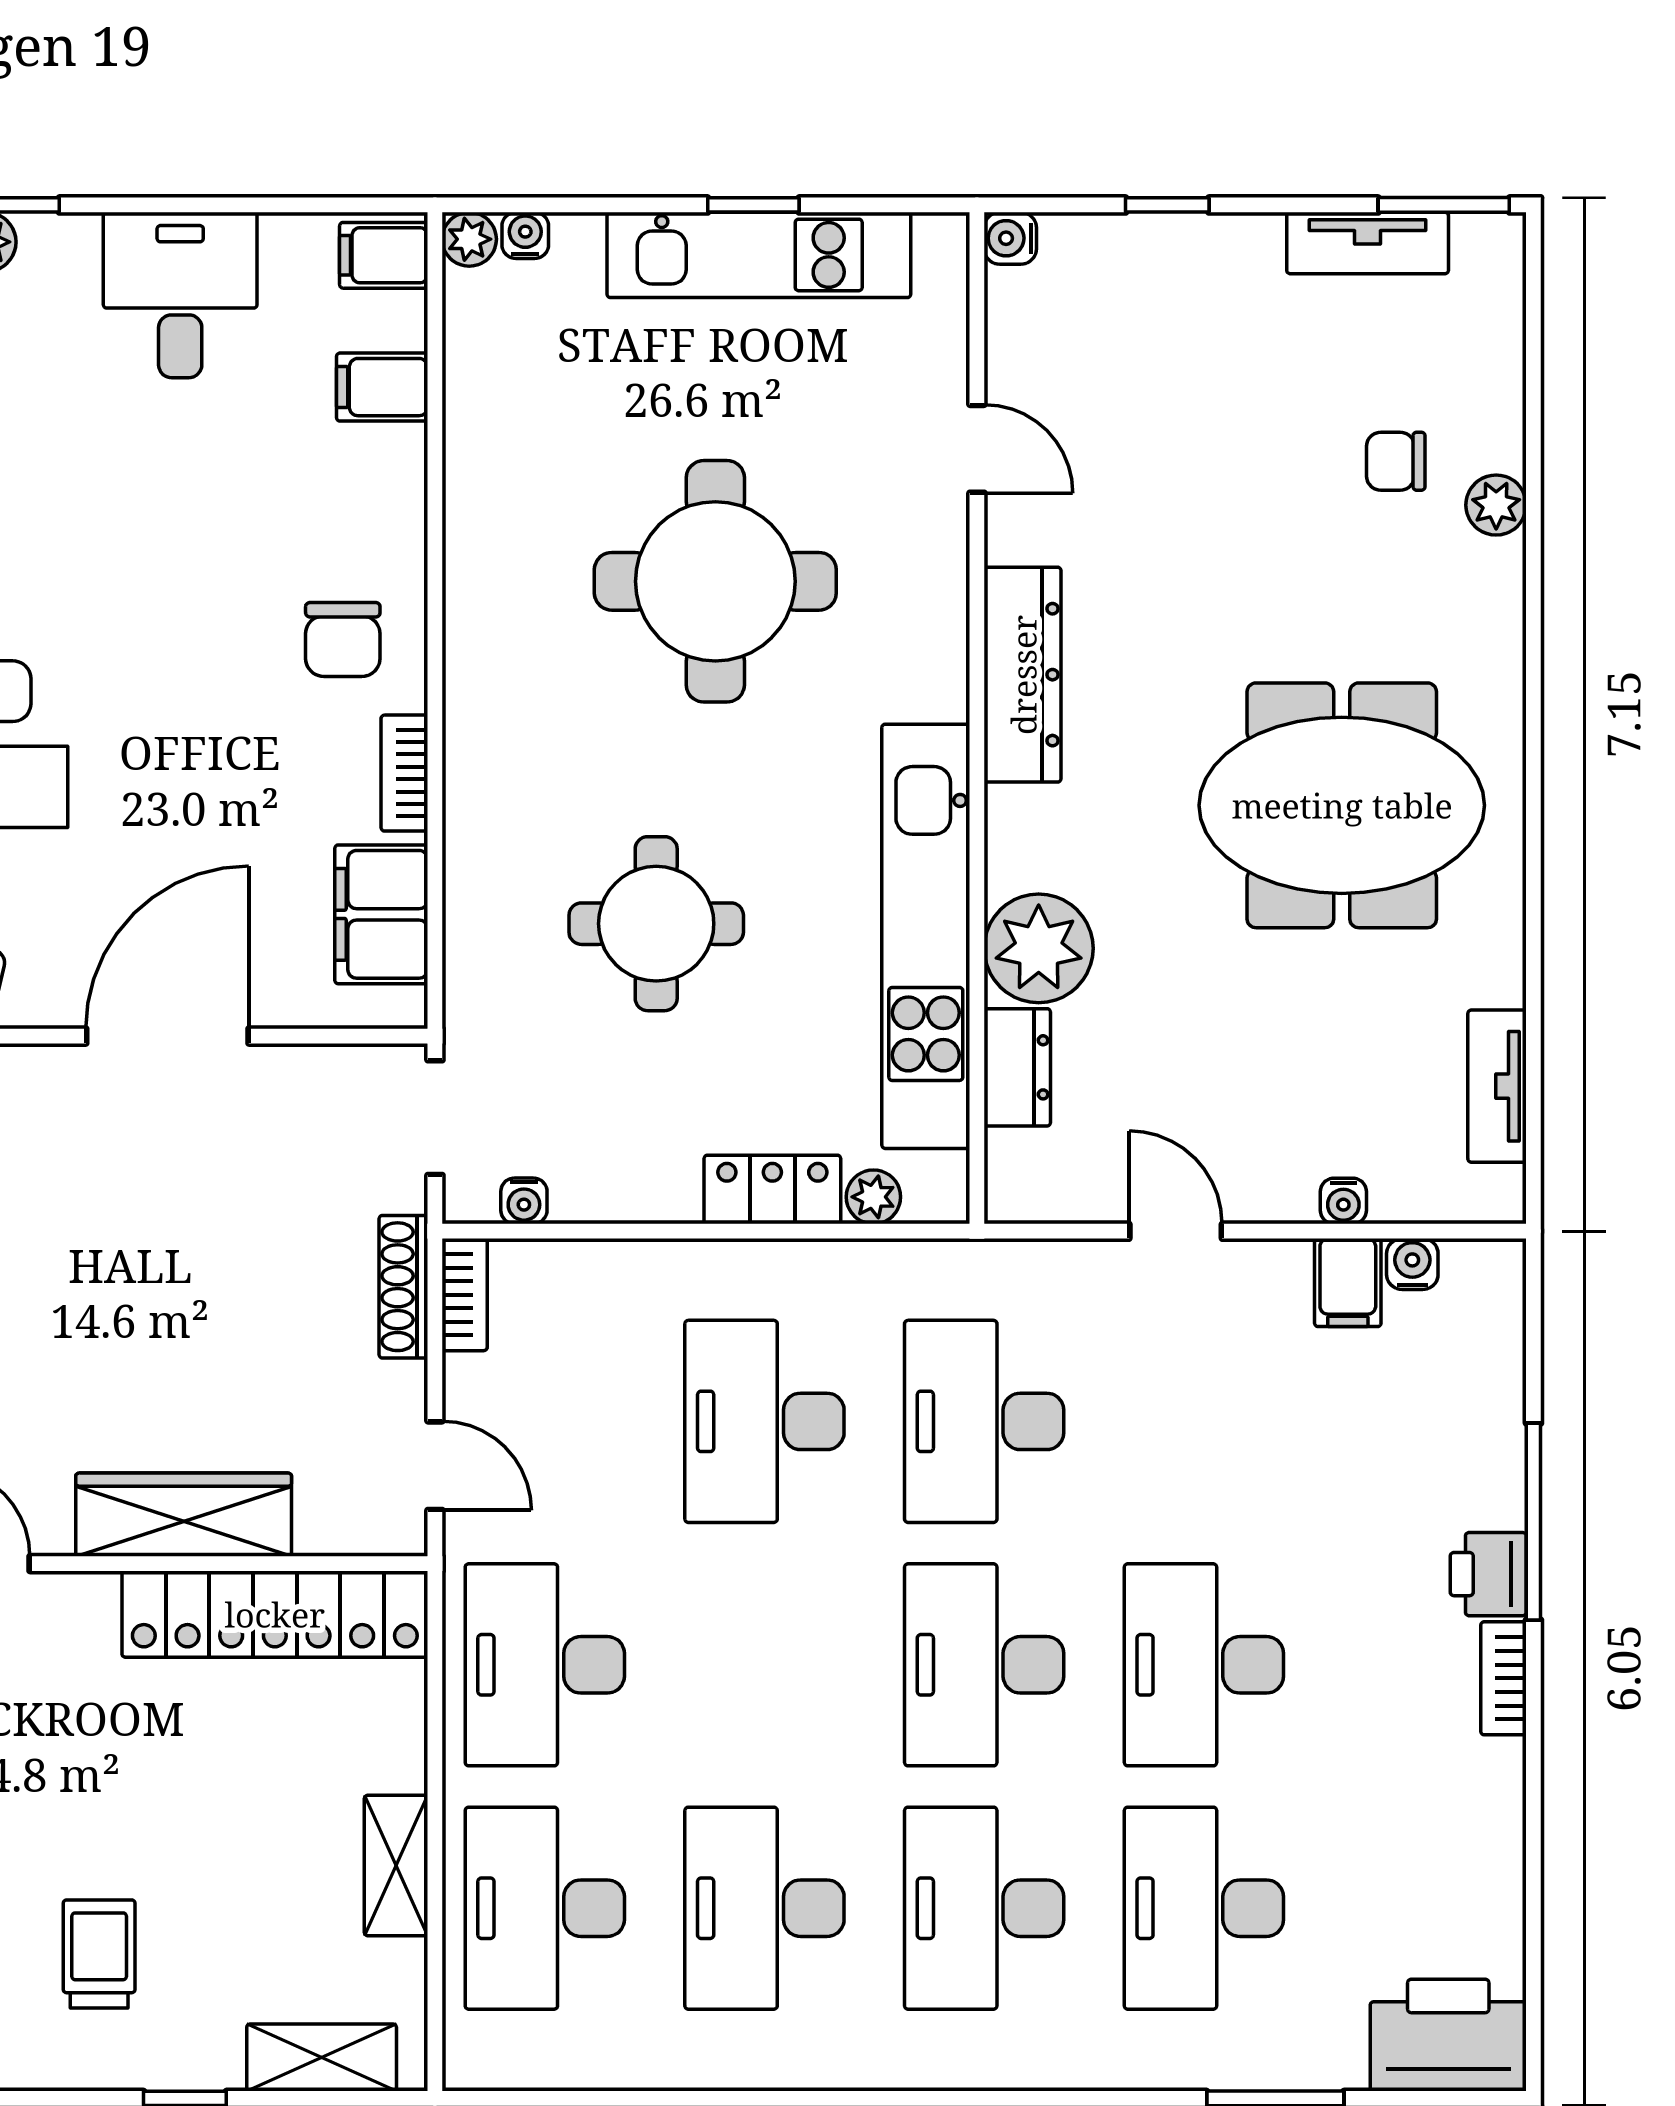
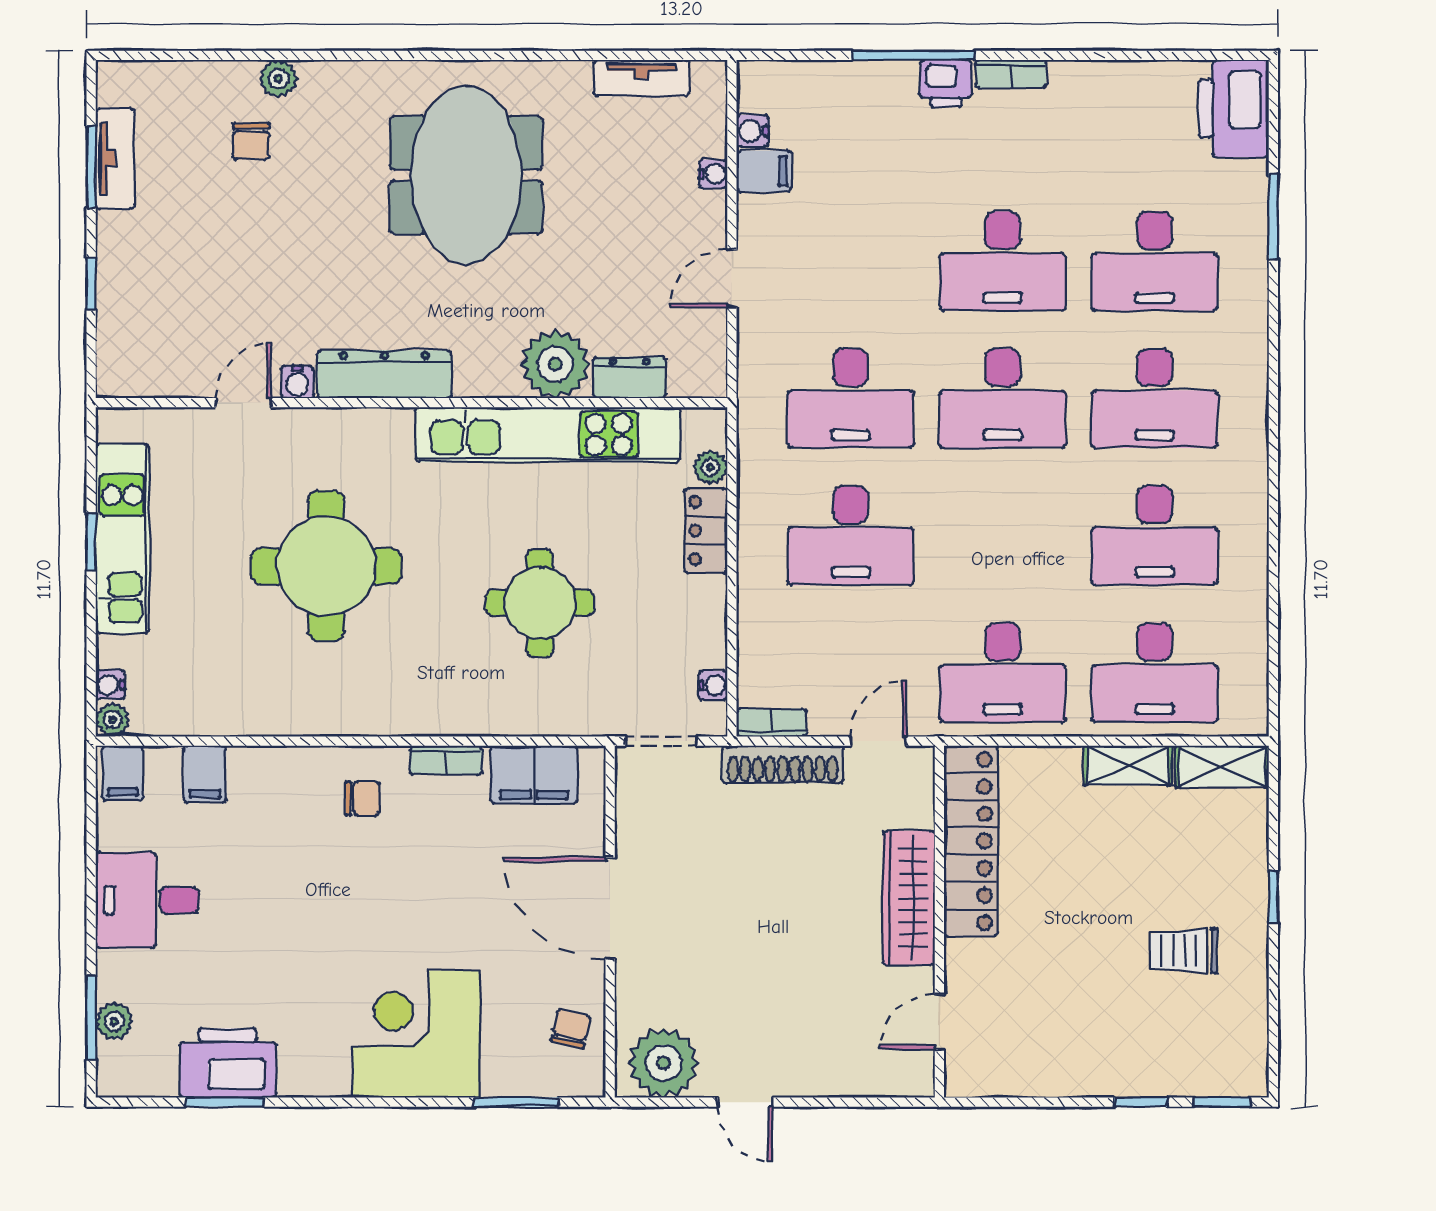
window: (1444, 205) -> (91, 167), moved
water cooler: (1010, 238) -> (297, 382), moved
chair: (343, 639) -> (362, 799), width x0.73, depth x0.73
shoe rack: (403, 1287) -> (783, 764), width x1.36, depth x1.24
shelving: (322, 2058) -> (1222, 767), moved, turned 90

